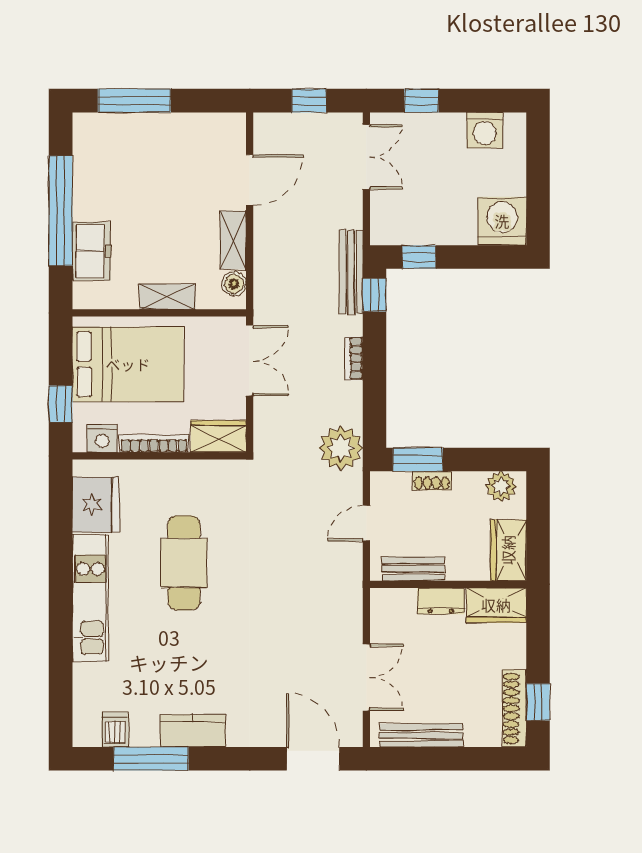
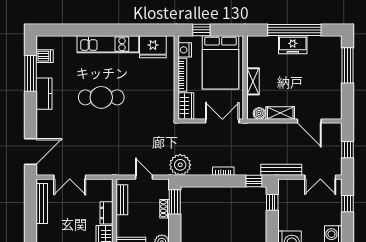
freezer: (91, 251) -> (293, 45), moved
bench: (351, 272) -> (281, 170), moved
double door: (250, 361) -> (222, 121), swing flipped
cafe table: (184, 563) -> (101, 97), moved

